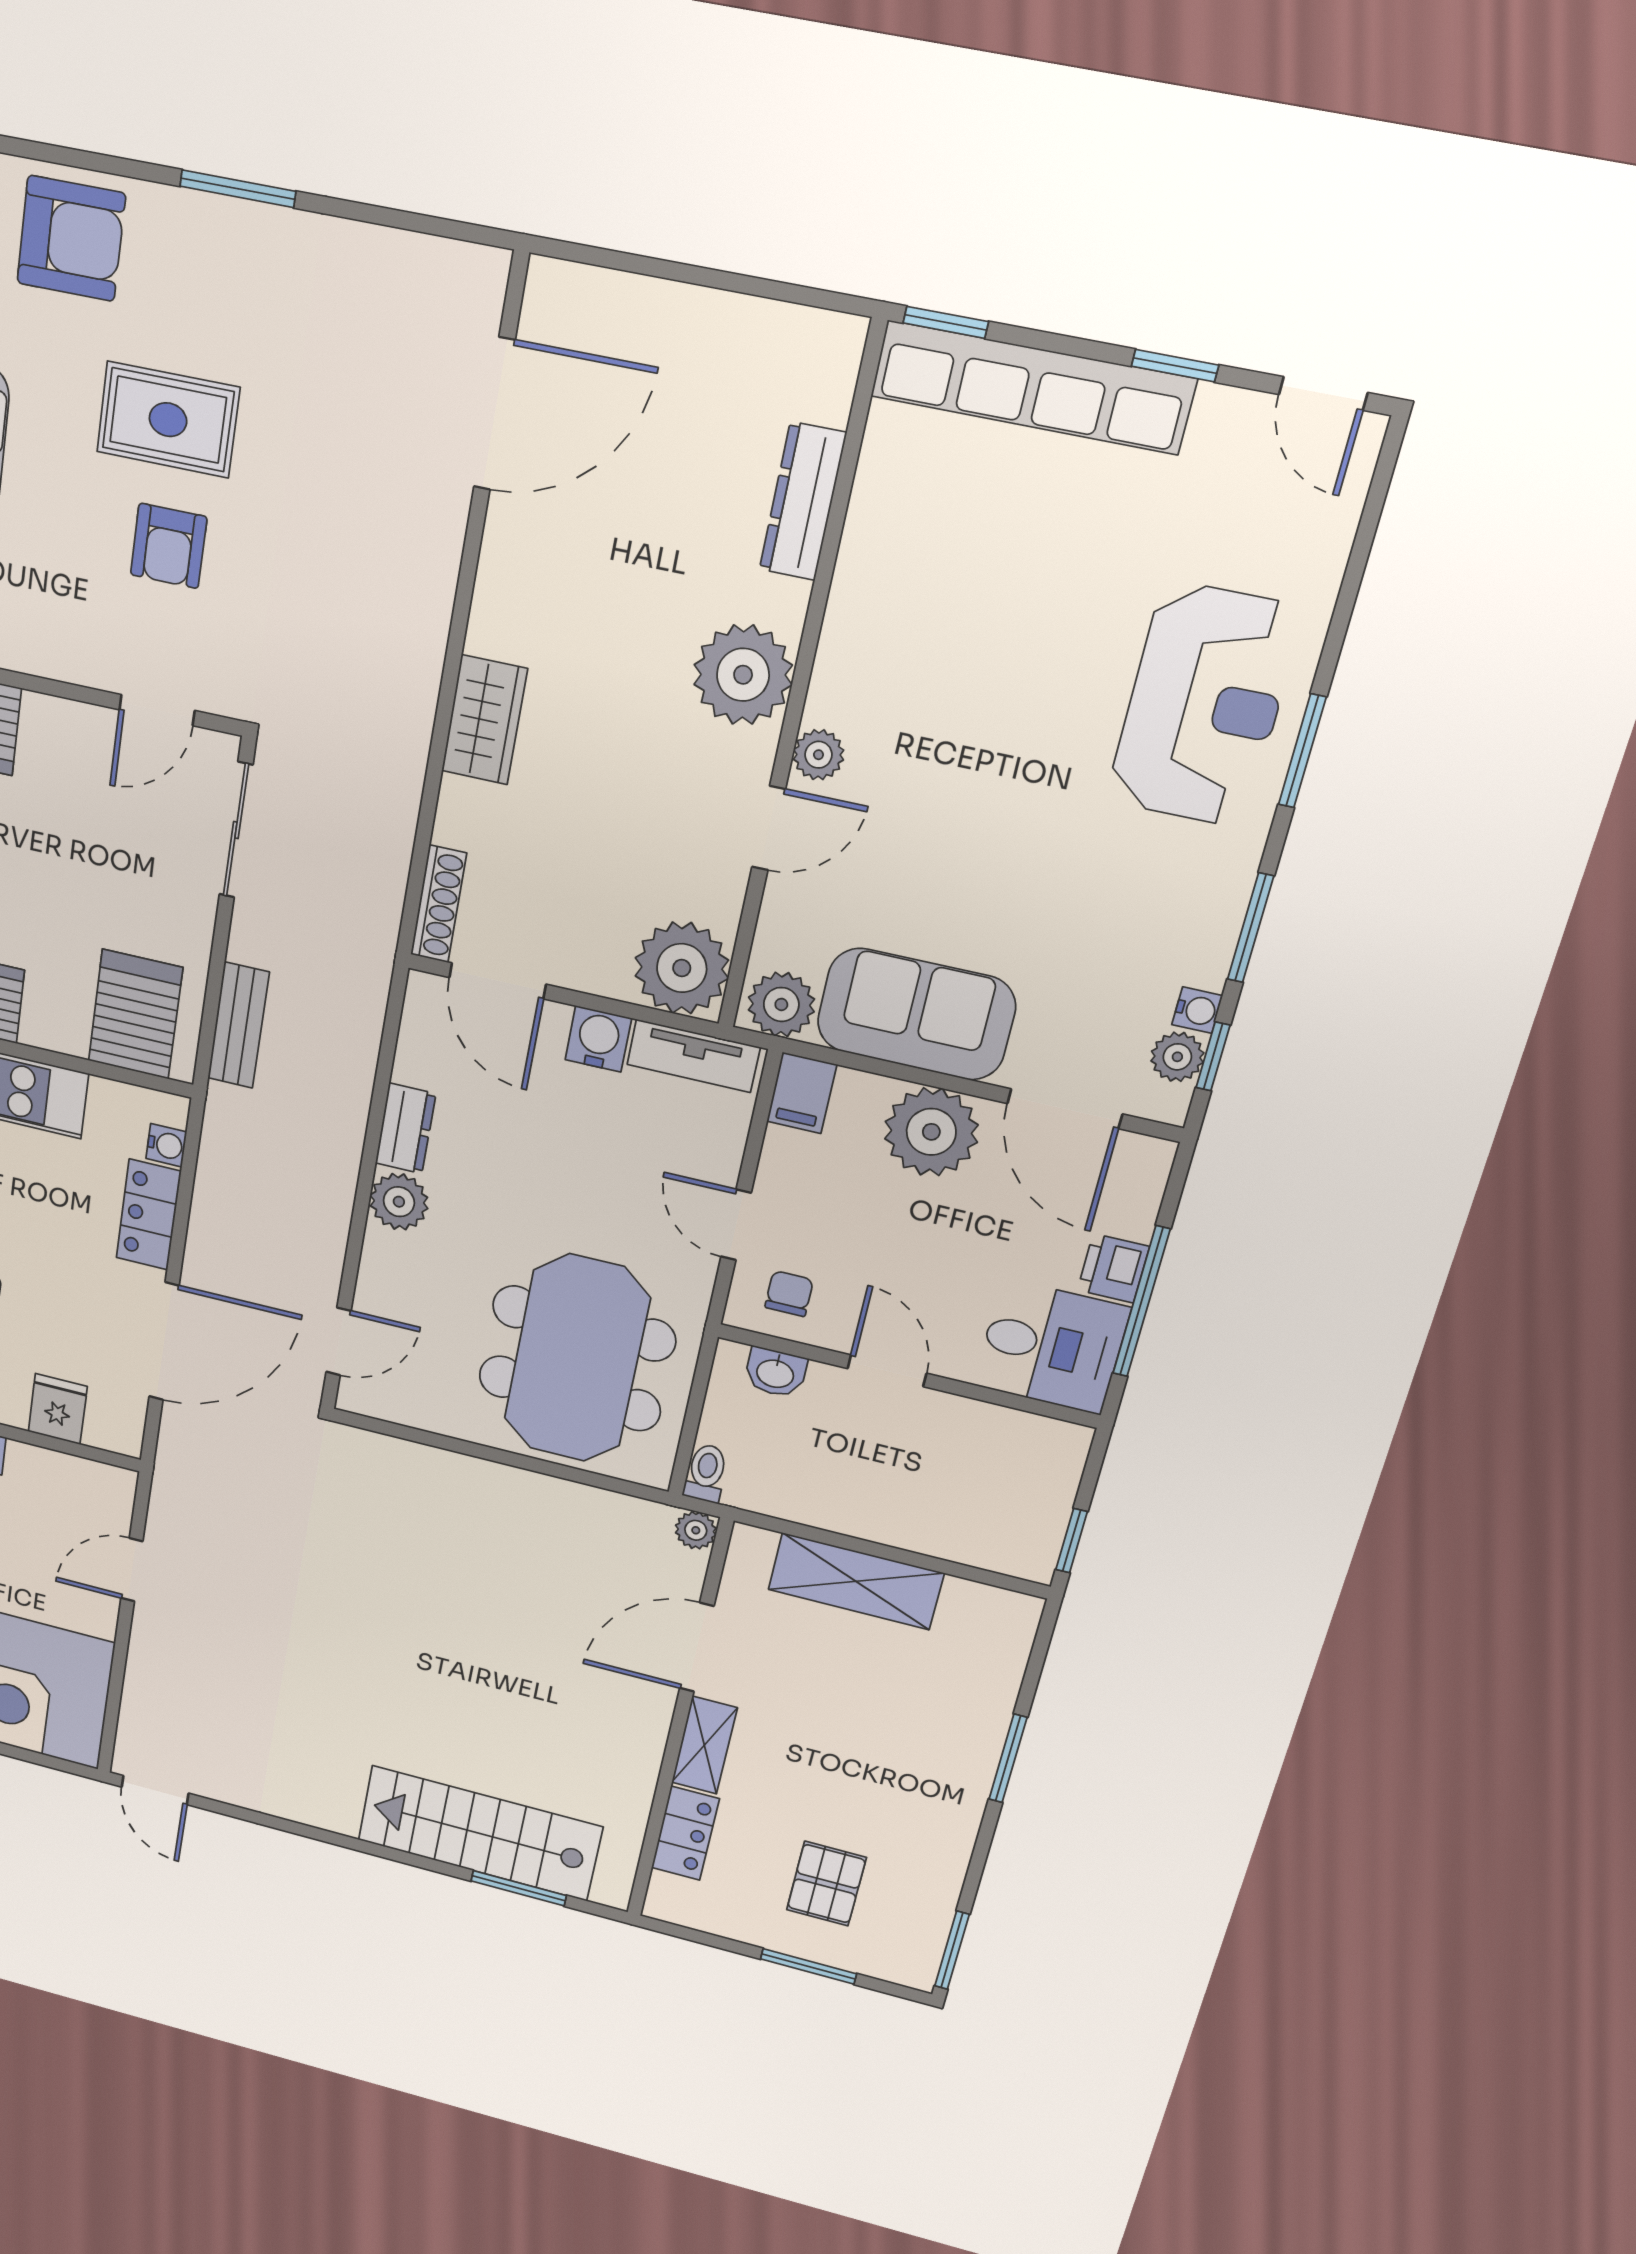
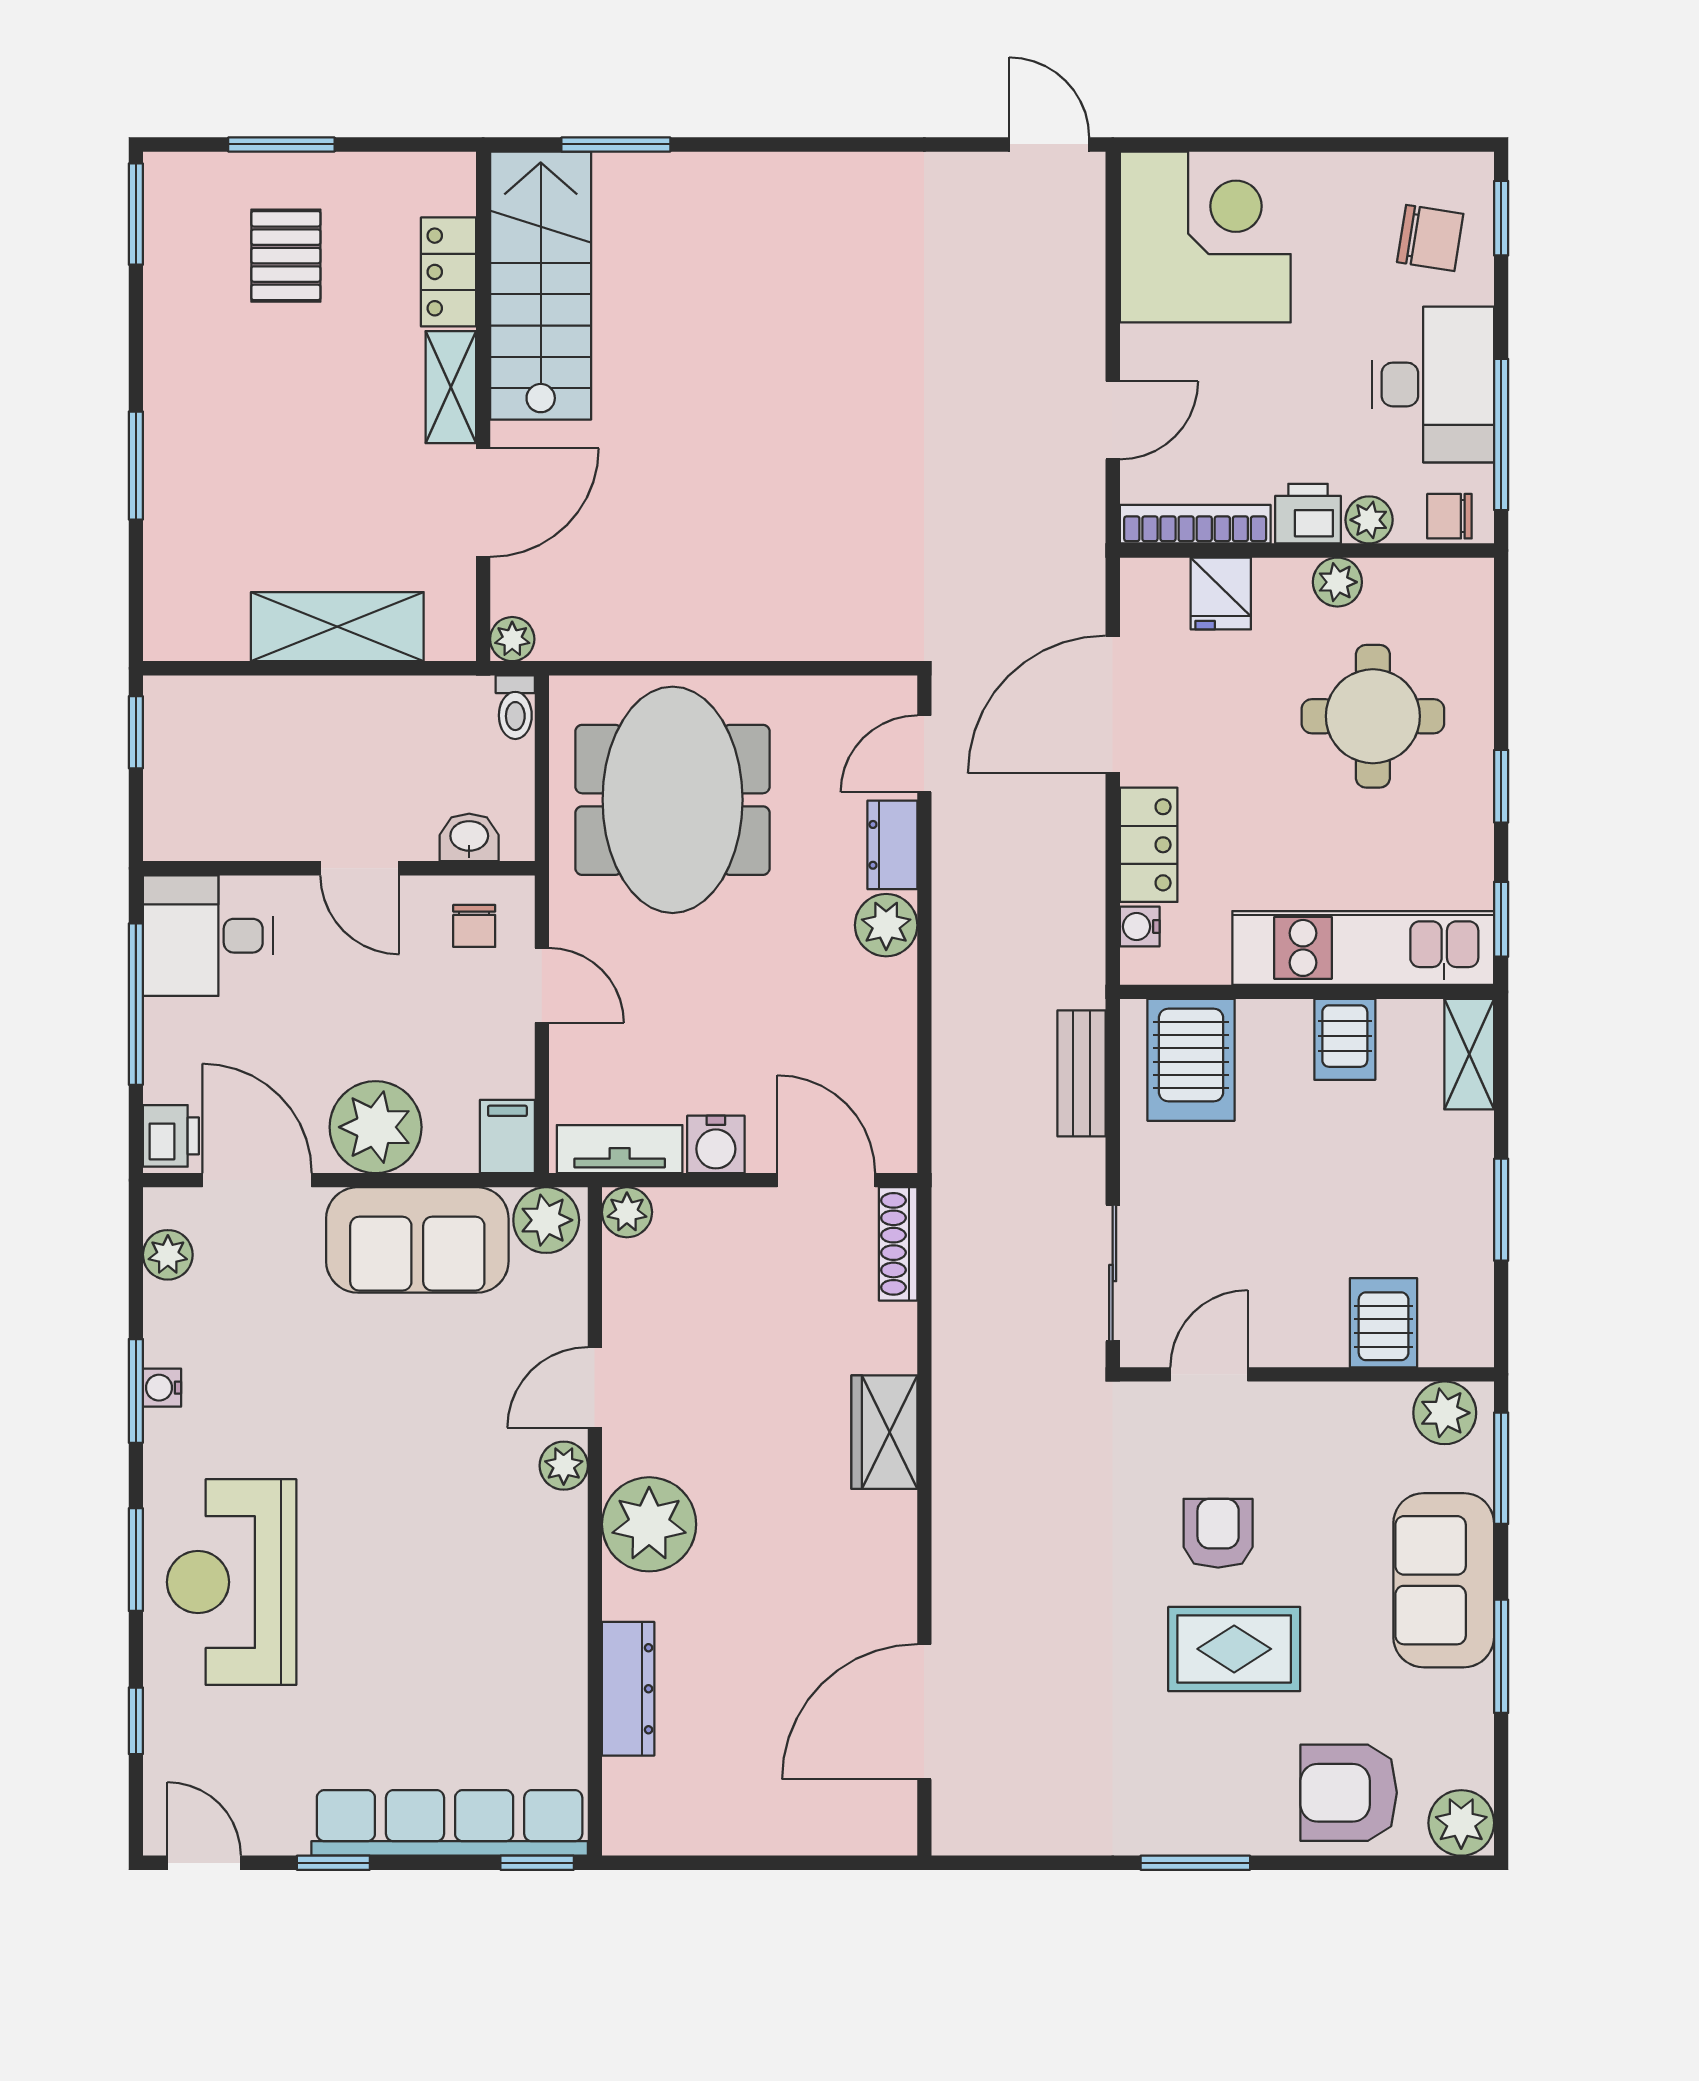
plant: (682, 968) -> (627, 1212), width x0.53, depth x0.53
water cooler: (1197, 1010) -> (162, 1388), moved
window: (1213, 1056) -> (136, 1721), moved
dresser: (406, 1128) -> (892, 845), moved
printer: (1113, 1268) -> (171, 1136), moved
bookcase: (73, 1470) -> (1195, 524), added
stairs: (480, 1833) -> (541, 286), moved, turned -90

